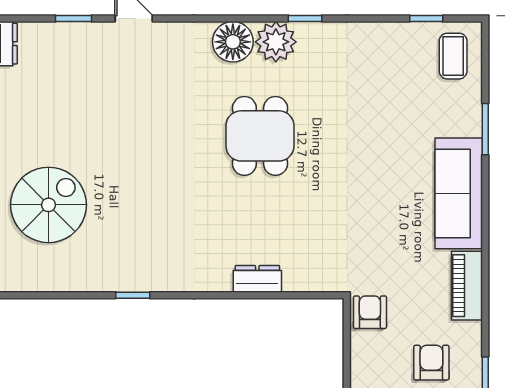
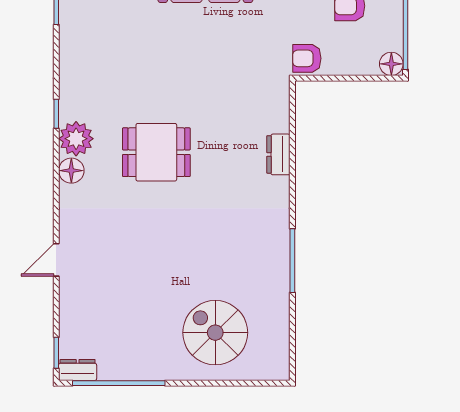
window: (74, 19) -> (56, 353), moved
floor lamp: (233, 42) -> (71, 171), width x0.73, depth x0.73
window: (133, 295) -> (292, 261), width x2.17

